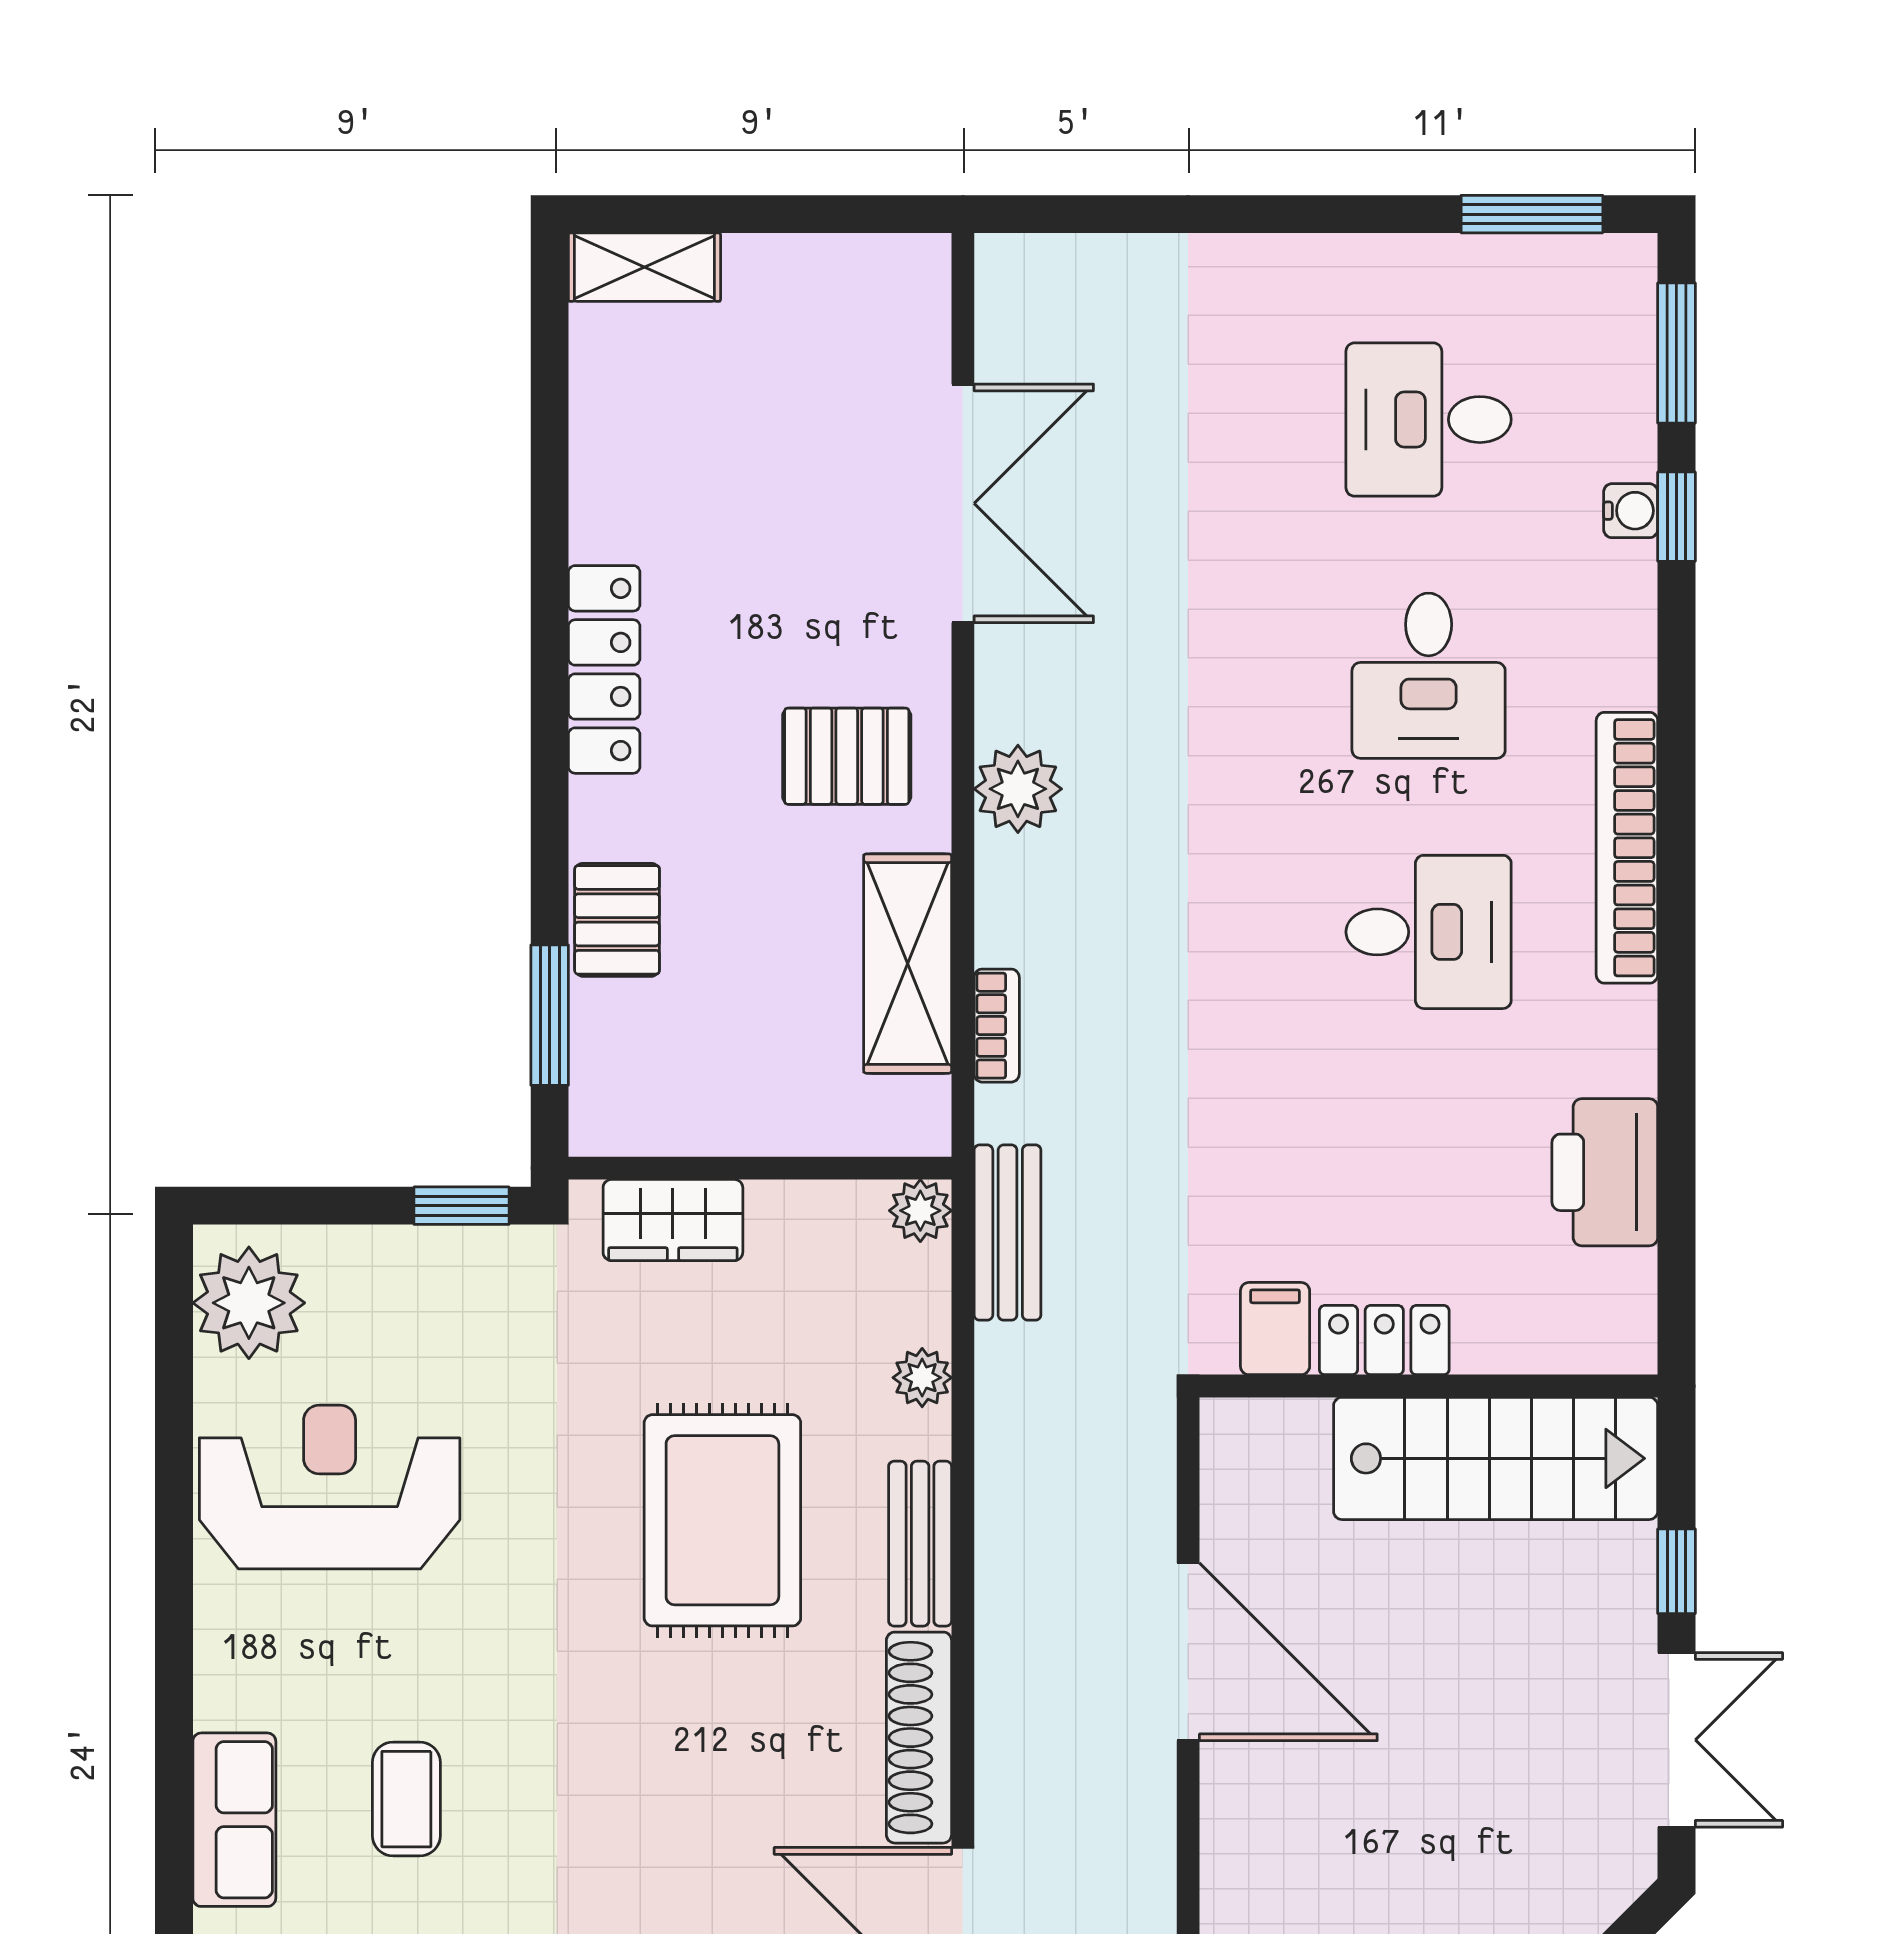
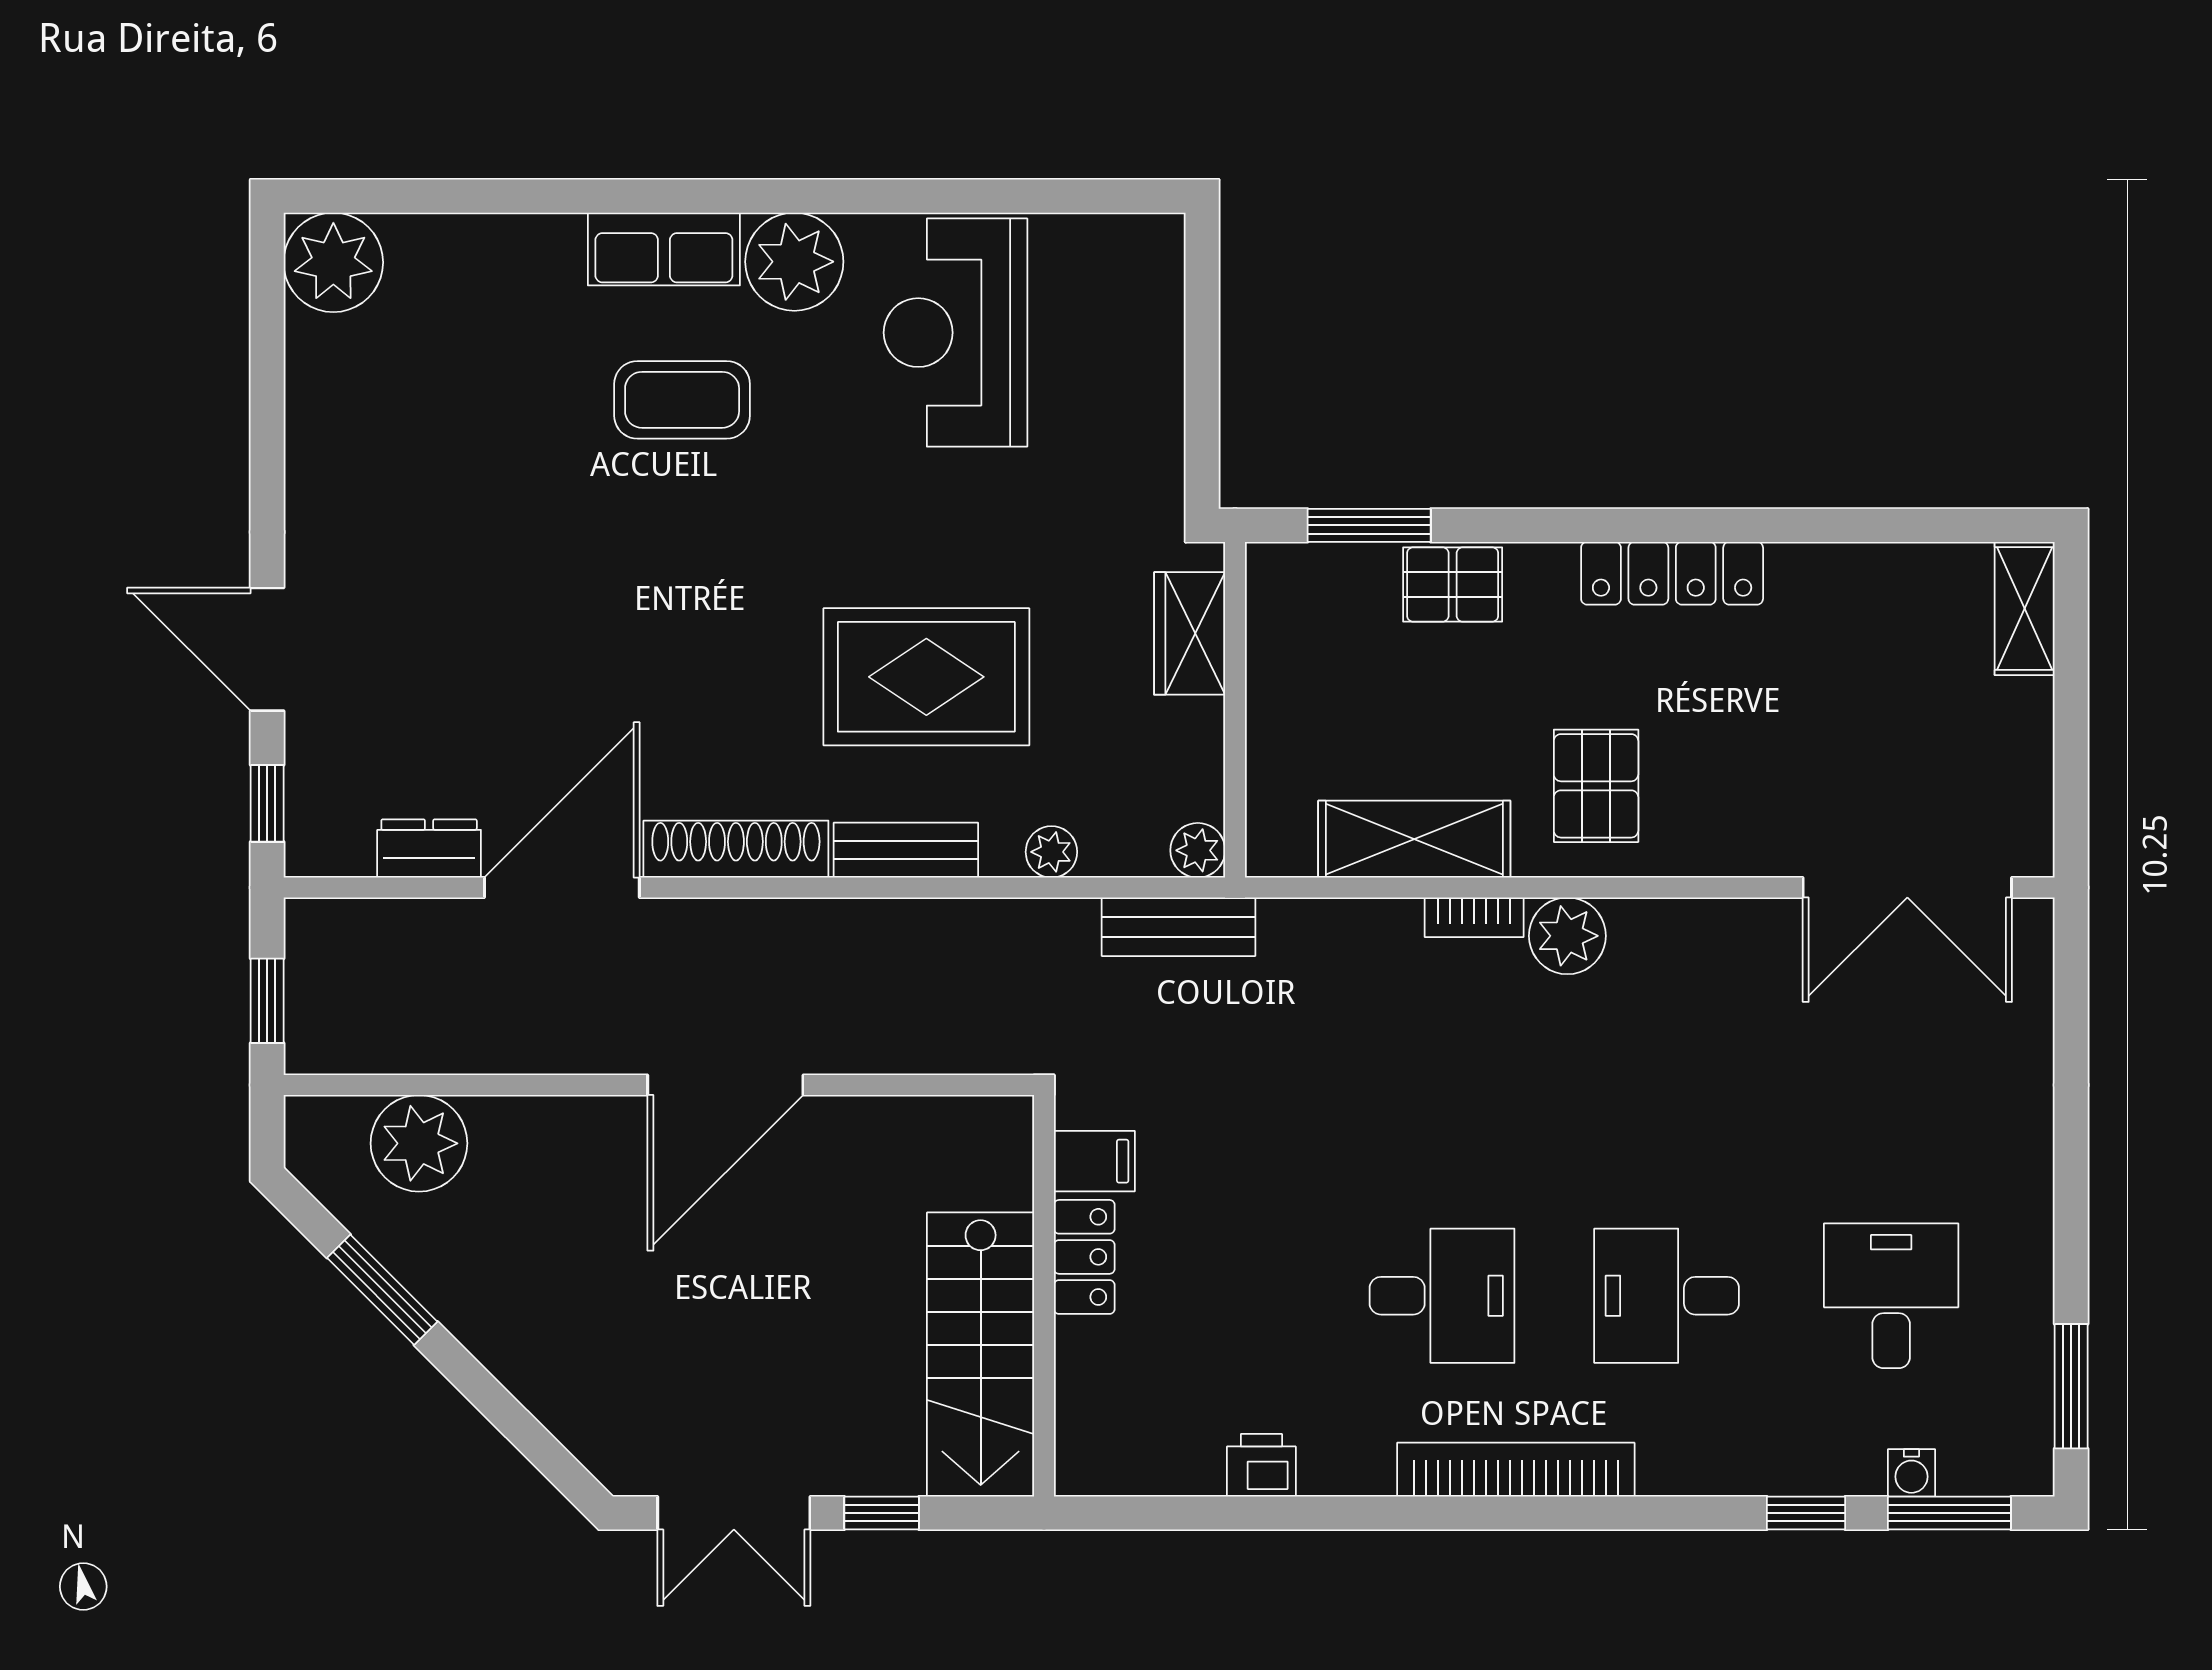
double door: (963, 503) -> (1907, 888), moved
water cooler: (1631, 511) -> (1911, 1473), moved
desk: (1429, 932) -> (1442, 1296), turned -90
bookcase: (997, 1026) -> (1474, 917), moved
printer: (1605, 1172) -> (1261, 1465), width x0.53, depth x0.68
window: (462, 1206) -> (1202, 448), removed
plant: (249, 1303) -> (794, 262), moved
reception desk: (330, 1487) -> (956, 333), turned 180
door: (1188, 1652) -> (725, 1085), moved
coffee table: (406, 1799) -> (682, 400), width x1.36, depth x1.30

